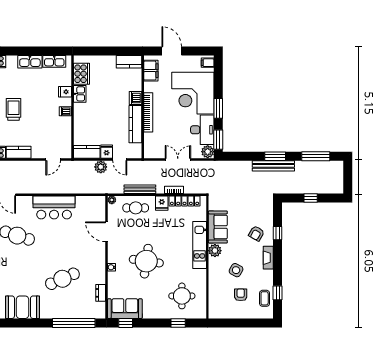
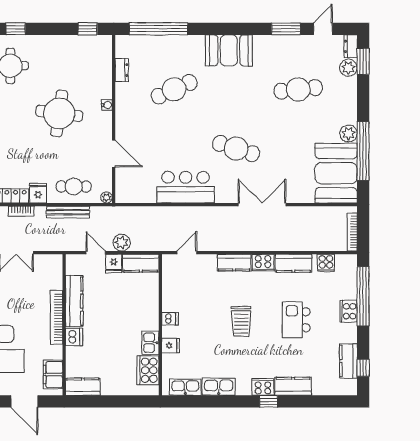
sofa: (125, 309) -> (89, 48), removed

